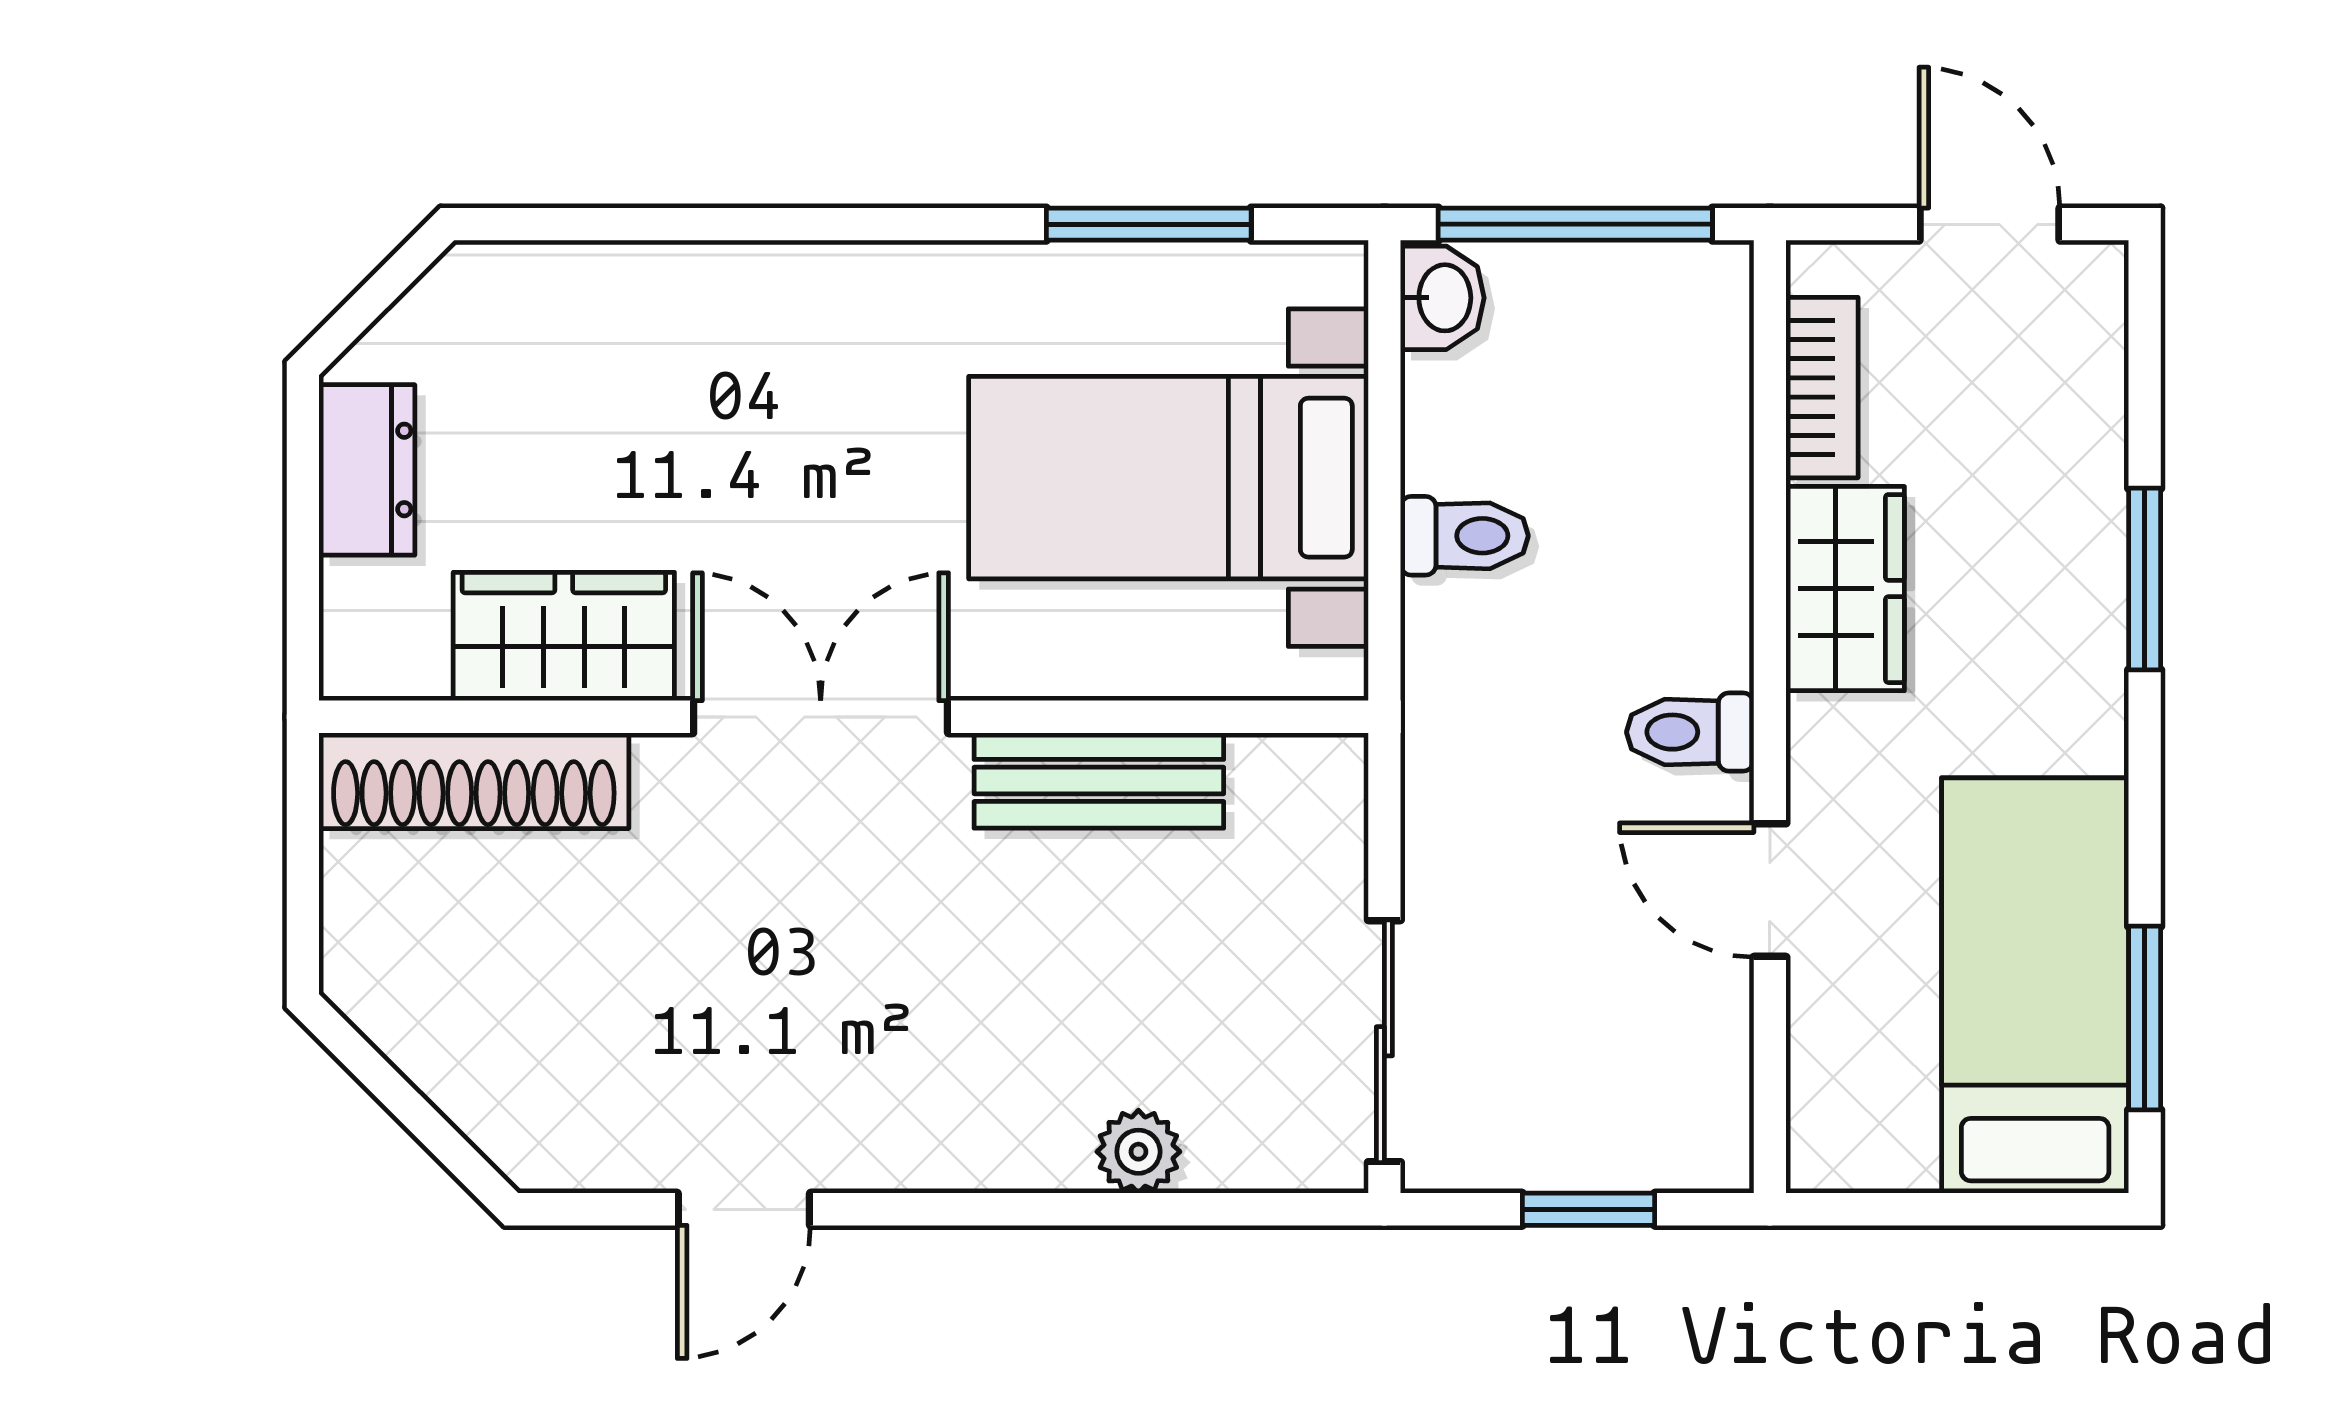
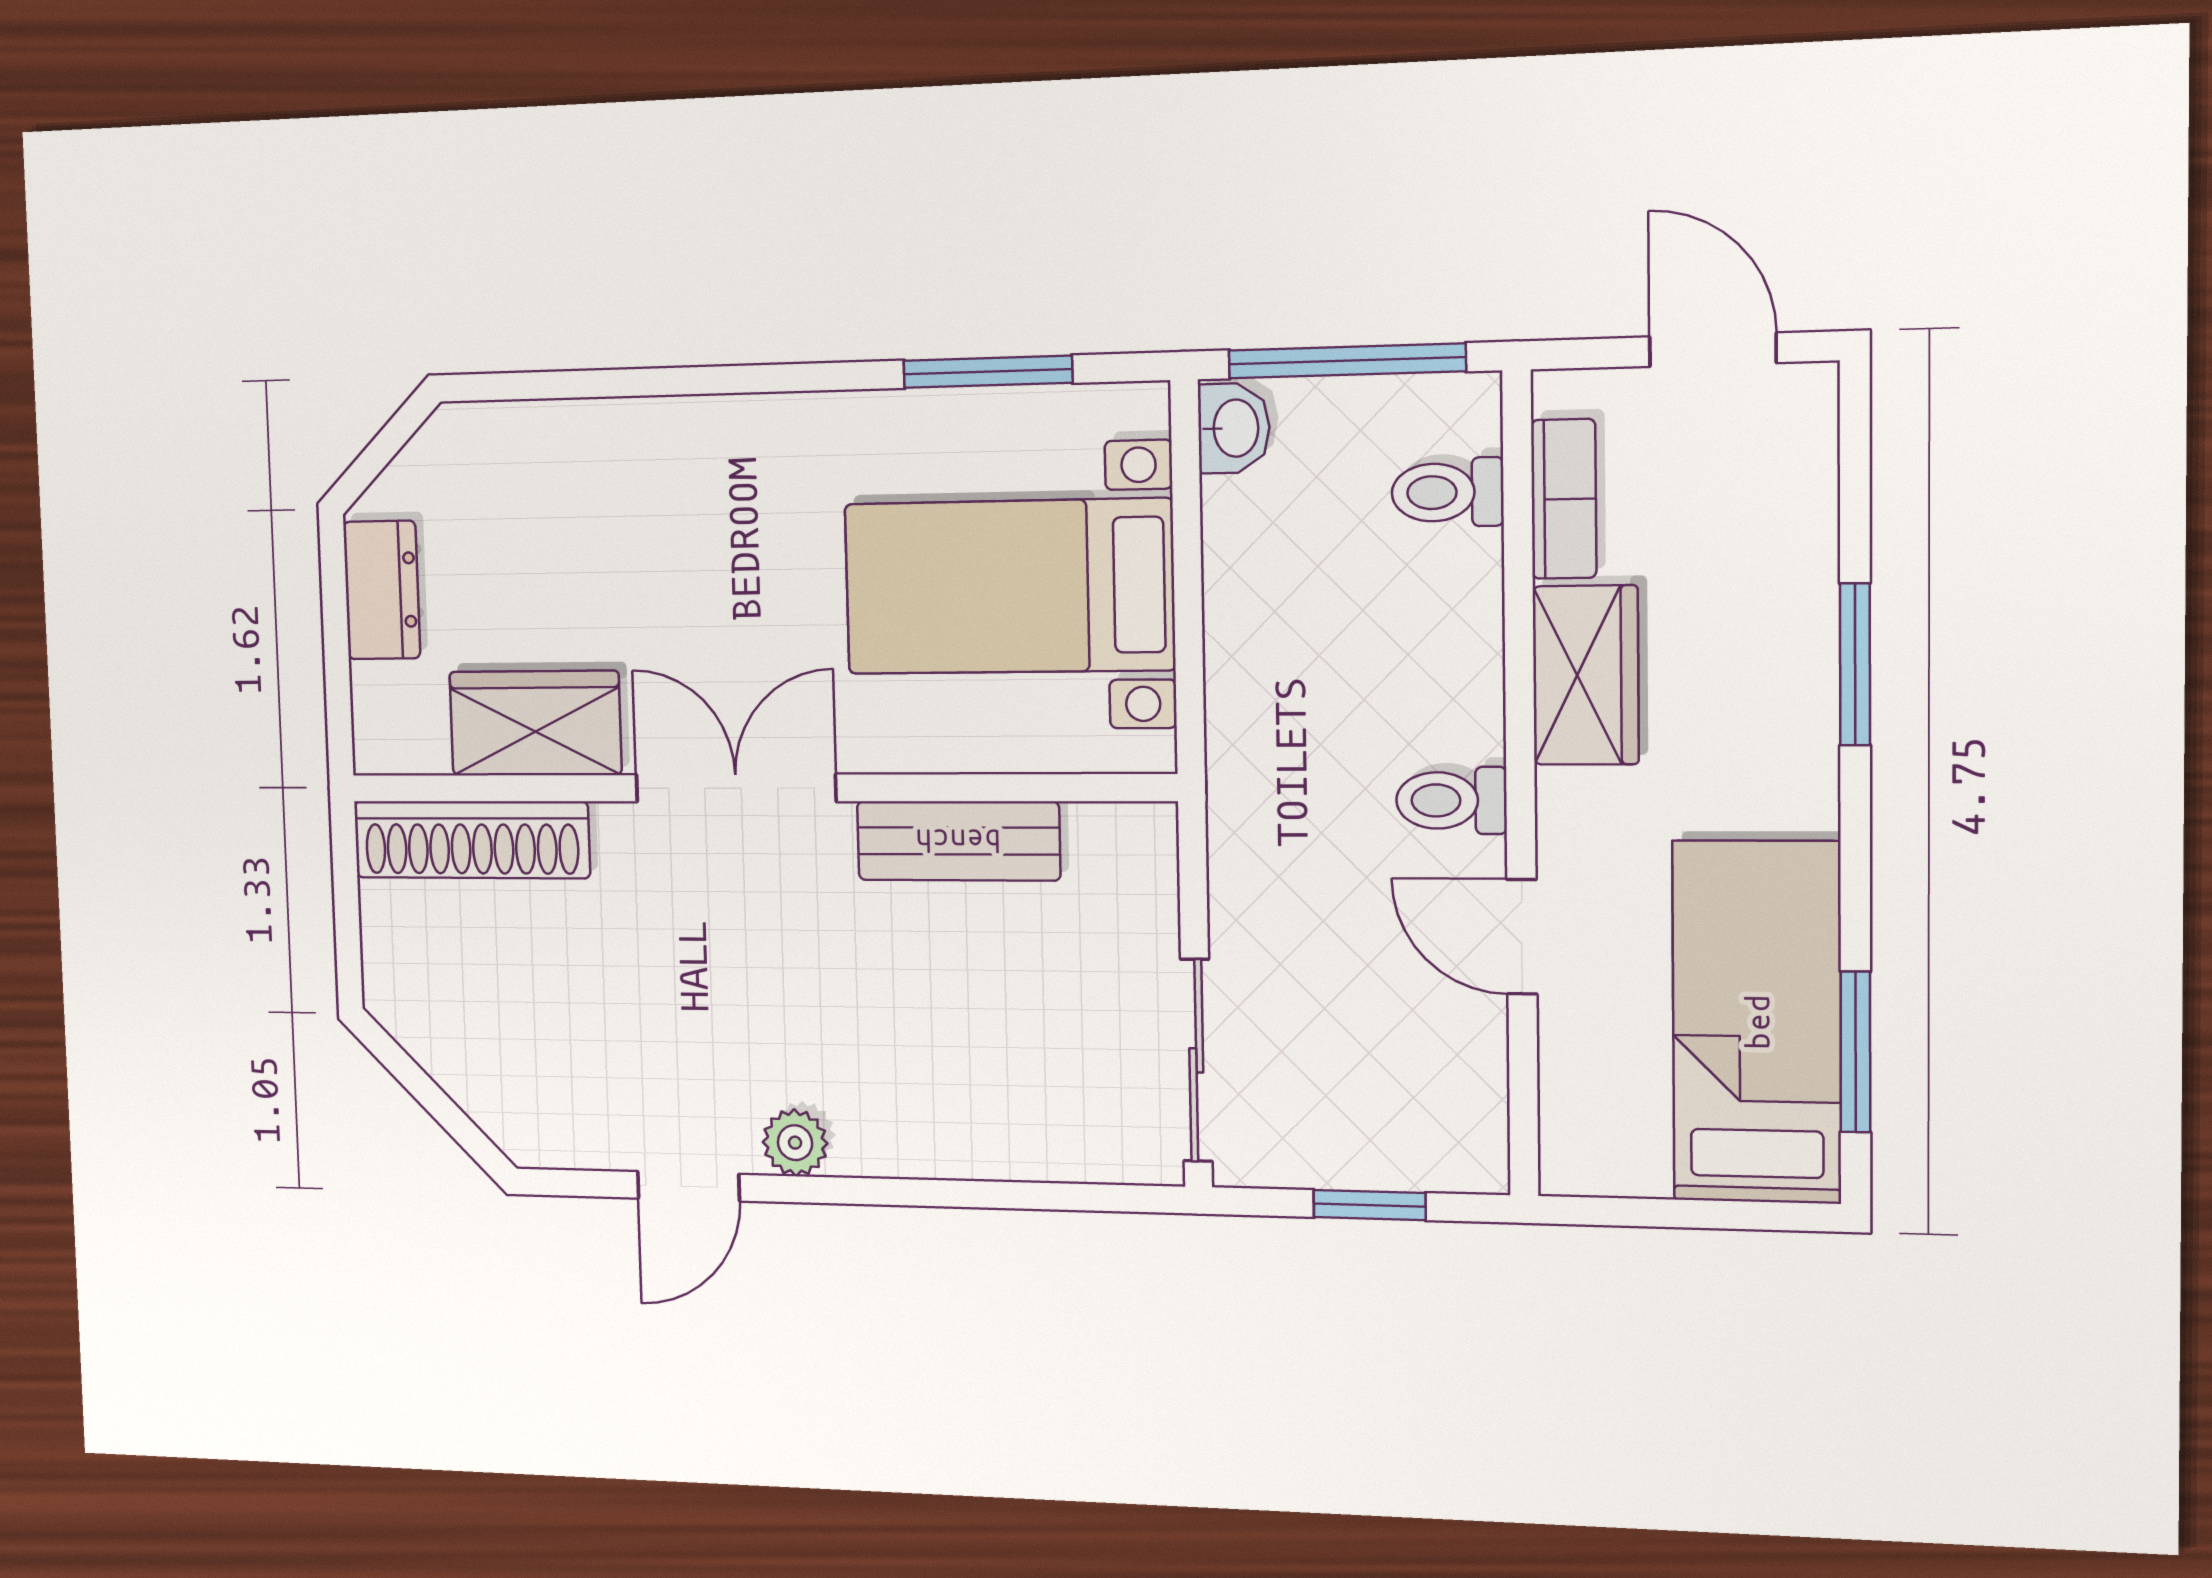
toilet: (1464, 536) -> (1448, 492), moved, turned 180
plant: (1138, 1152) -> (795, 1143), moved

